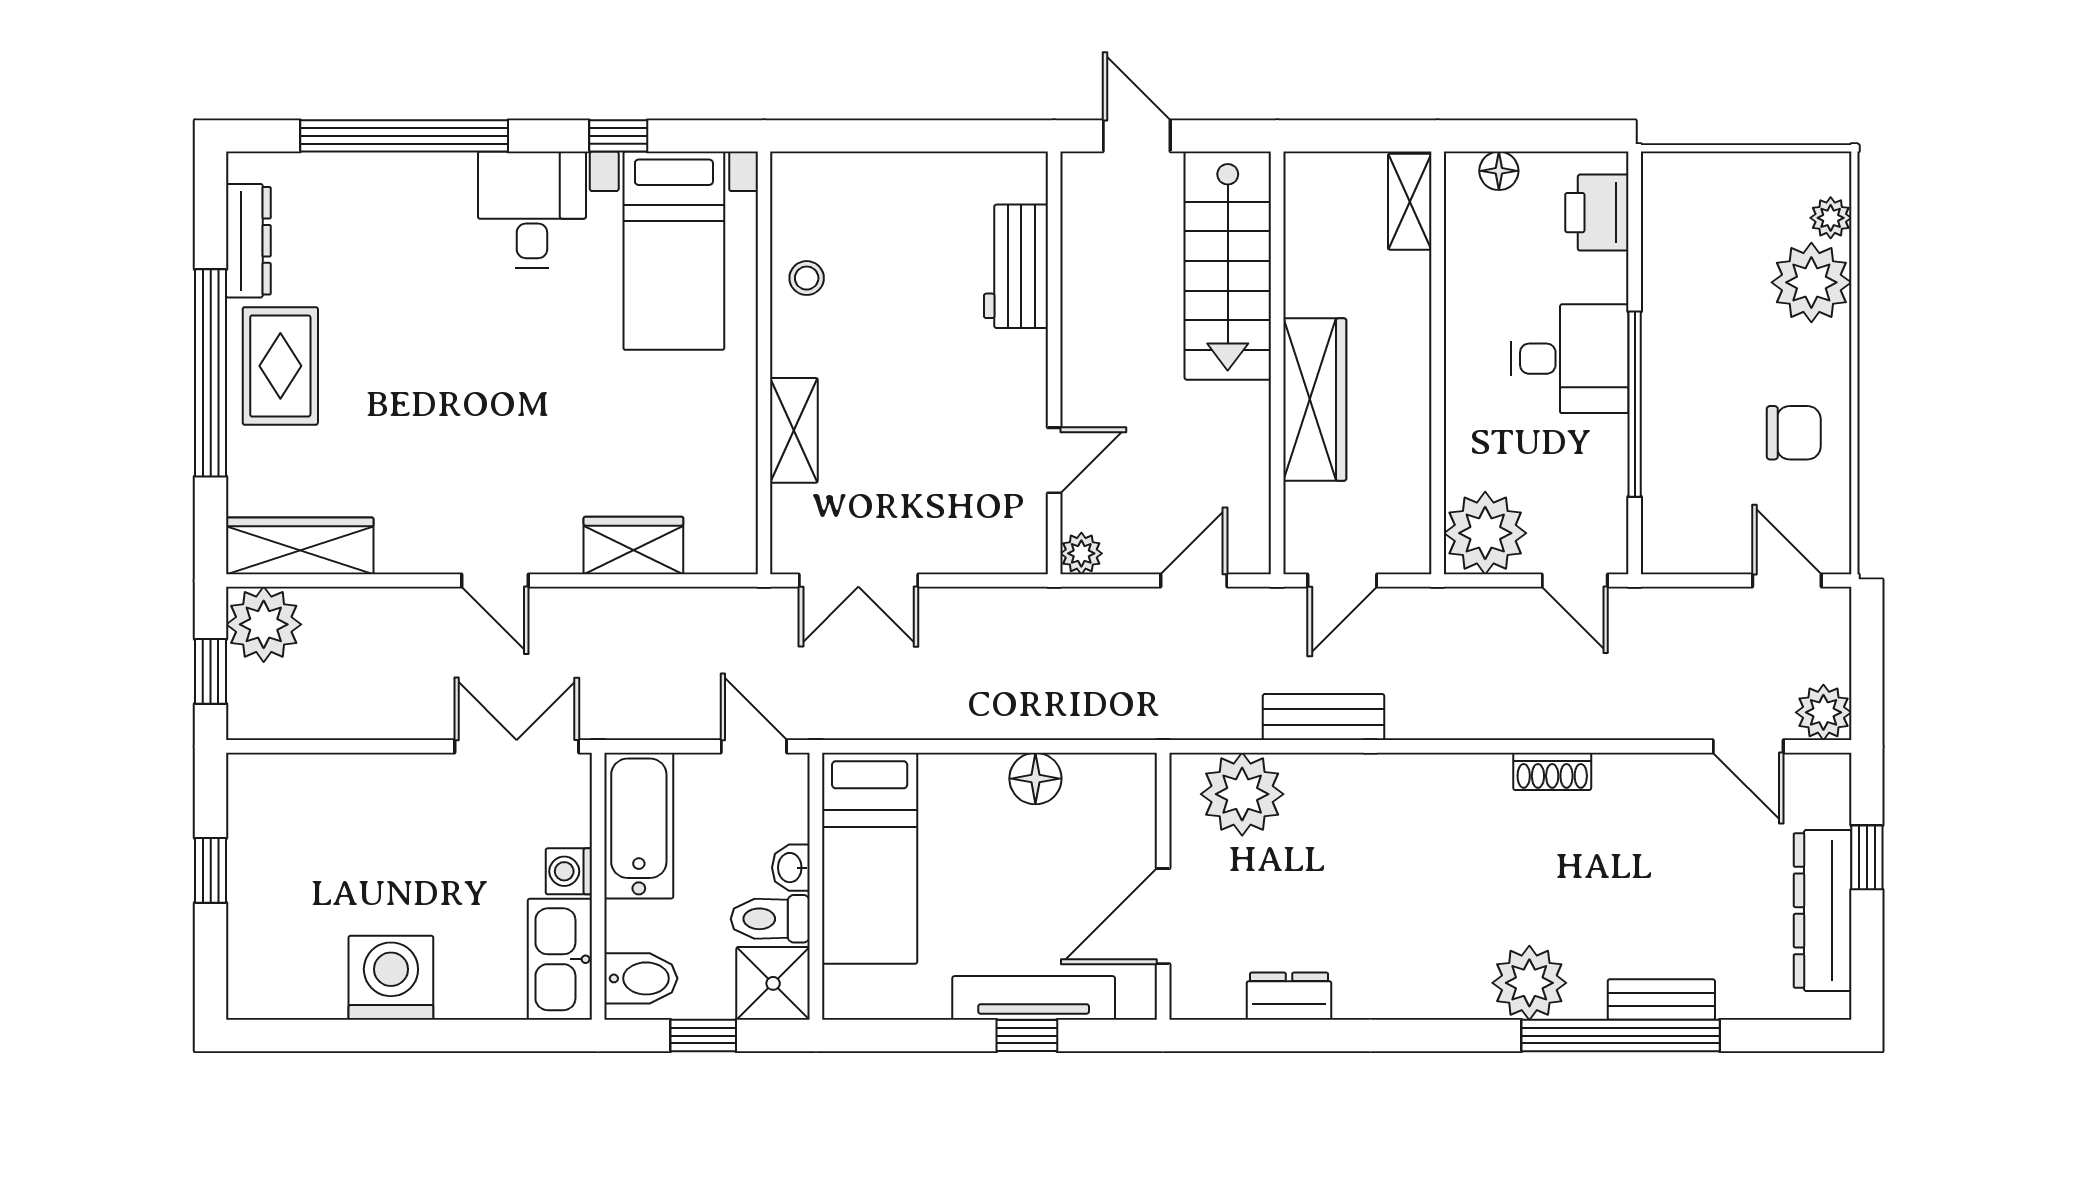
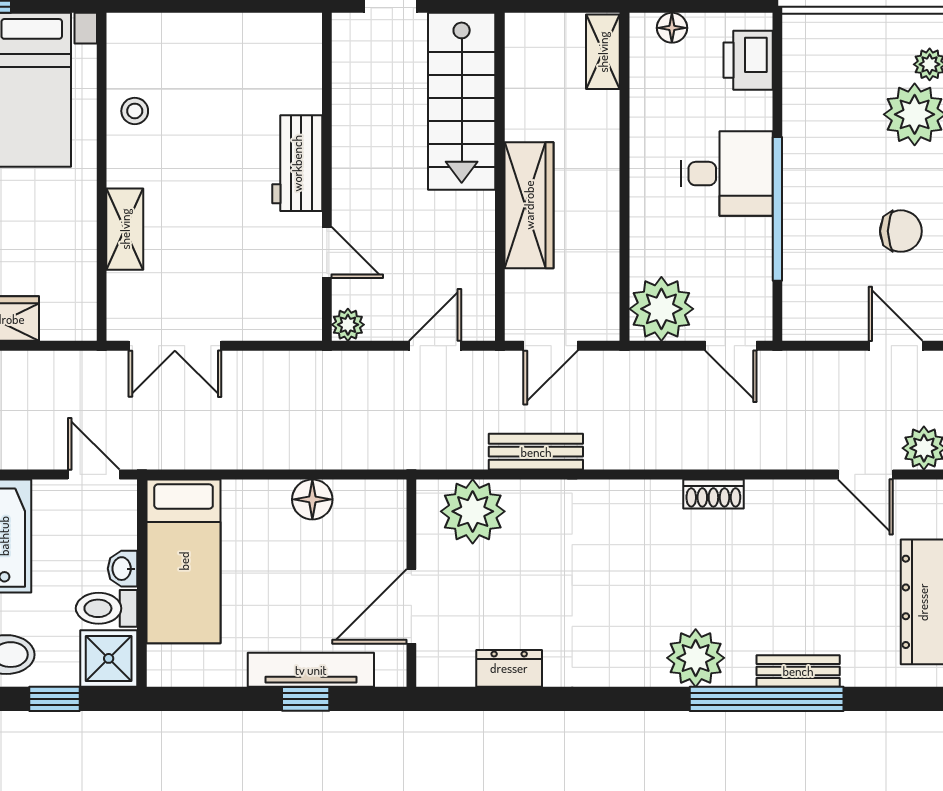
workbench: (1016, 266) -> (297, 163), moved
door: (1054, 460) -> (327, 253), hinge flipped

